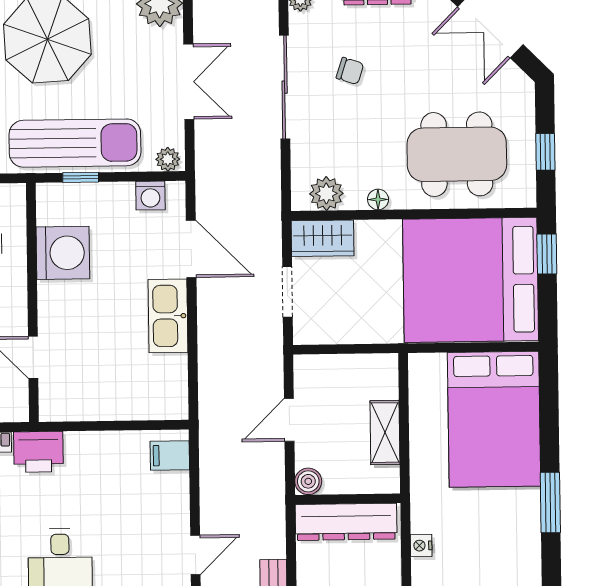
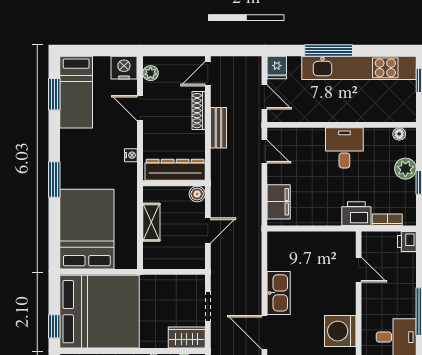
filing cabinet: (170, 455) -> (279, 202), width x2.00
door: (195, 555) -> (264, 151), swing flipped

